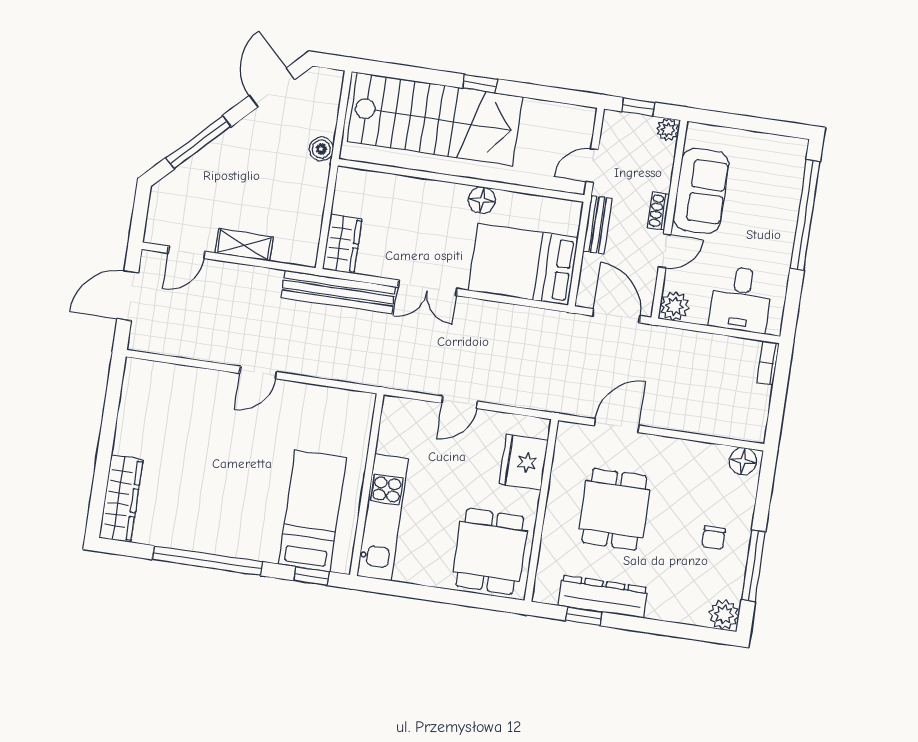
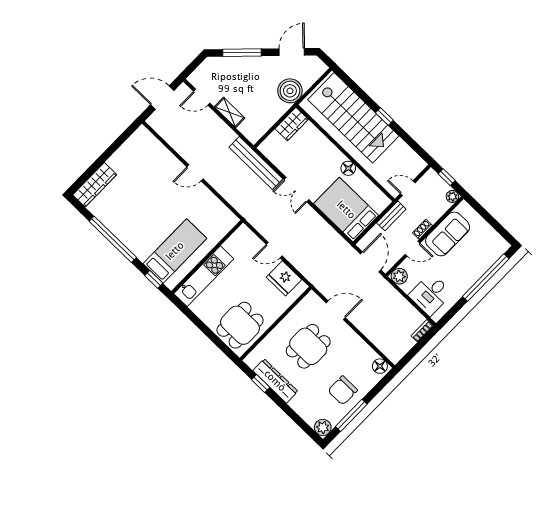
boiler: (321, 149) -> (290, 91), width x1.86, depth x1.86
wardrobe: (342, 244) -> (292, 124), moved
fridge: (524, 462) -> (284, 278), moved, turned -90
chair: (714, 538) -> (343, 390), width x1.87, depth x1.87

